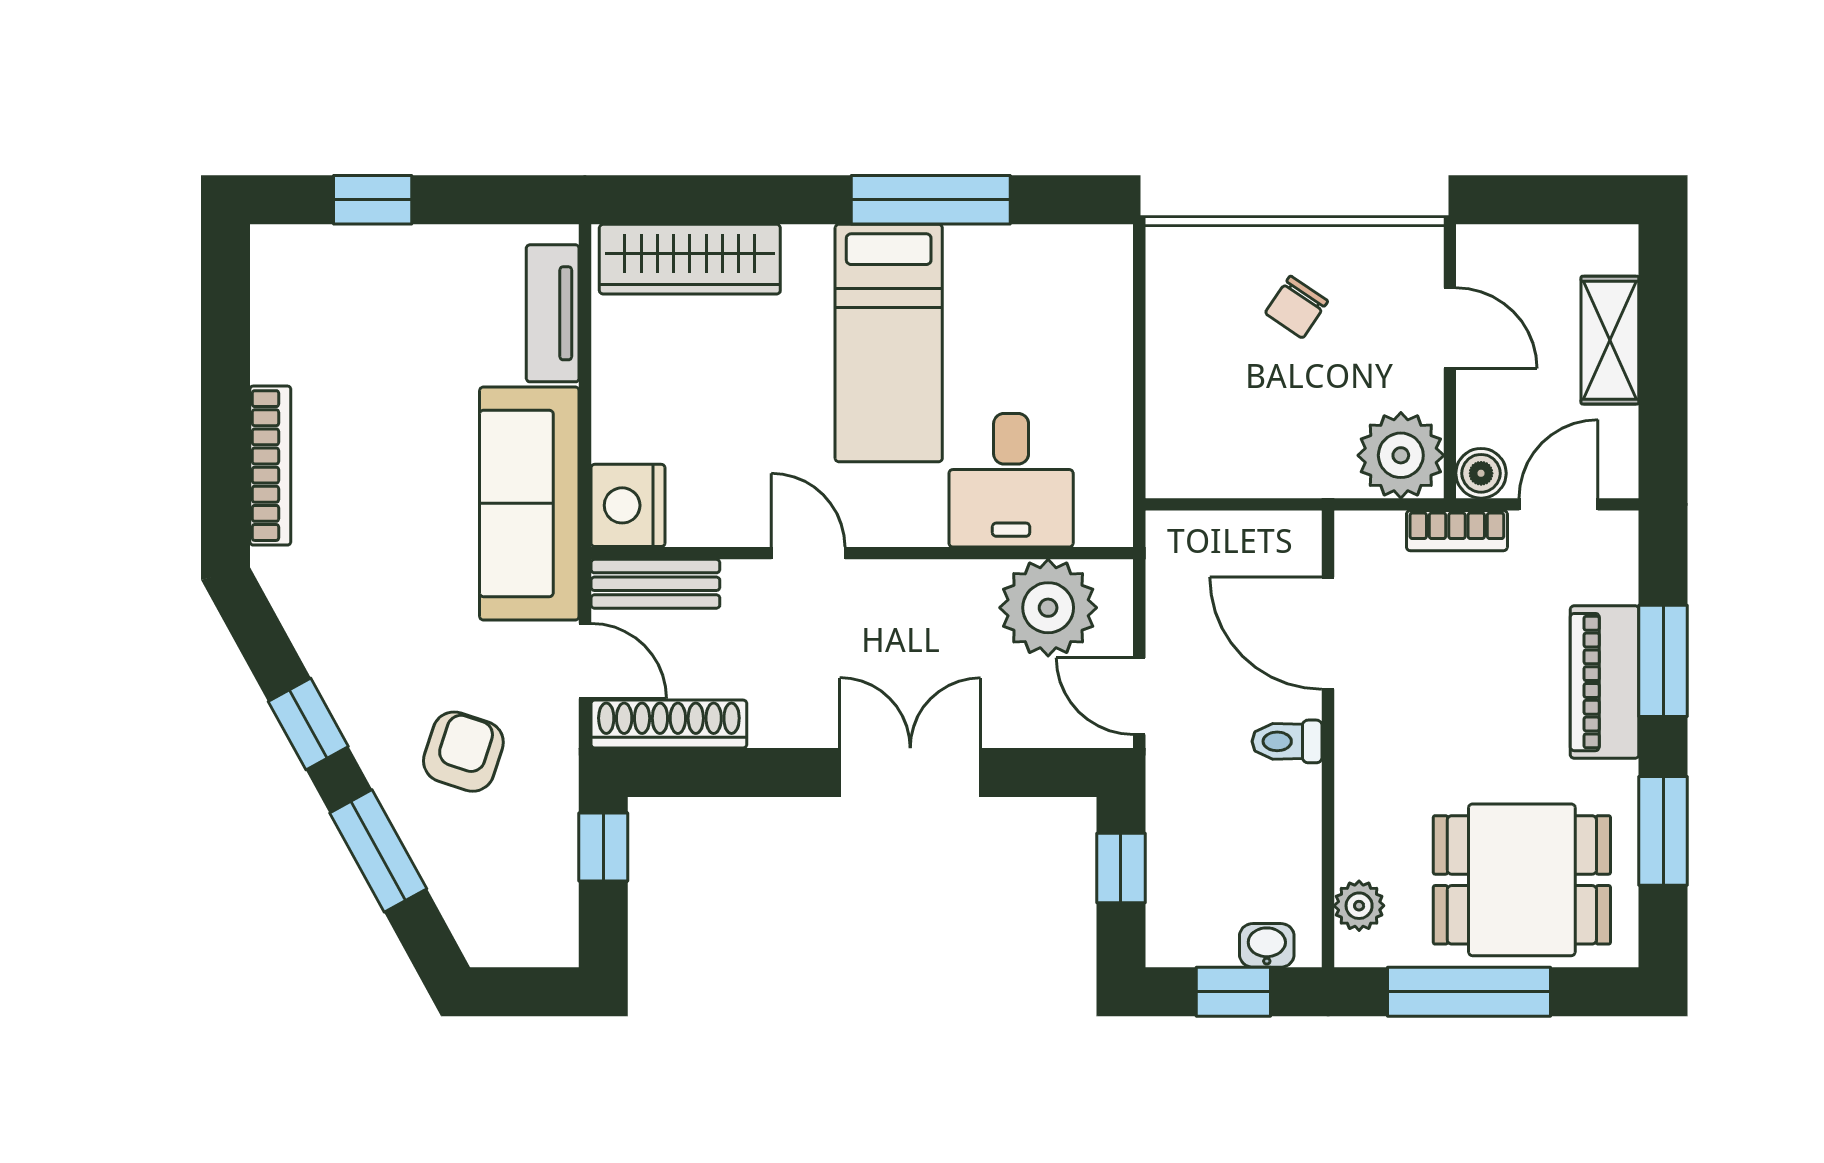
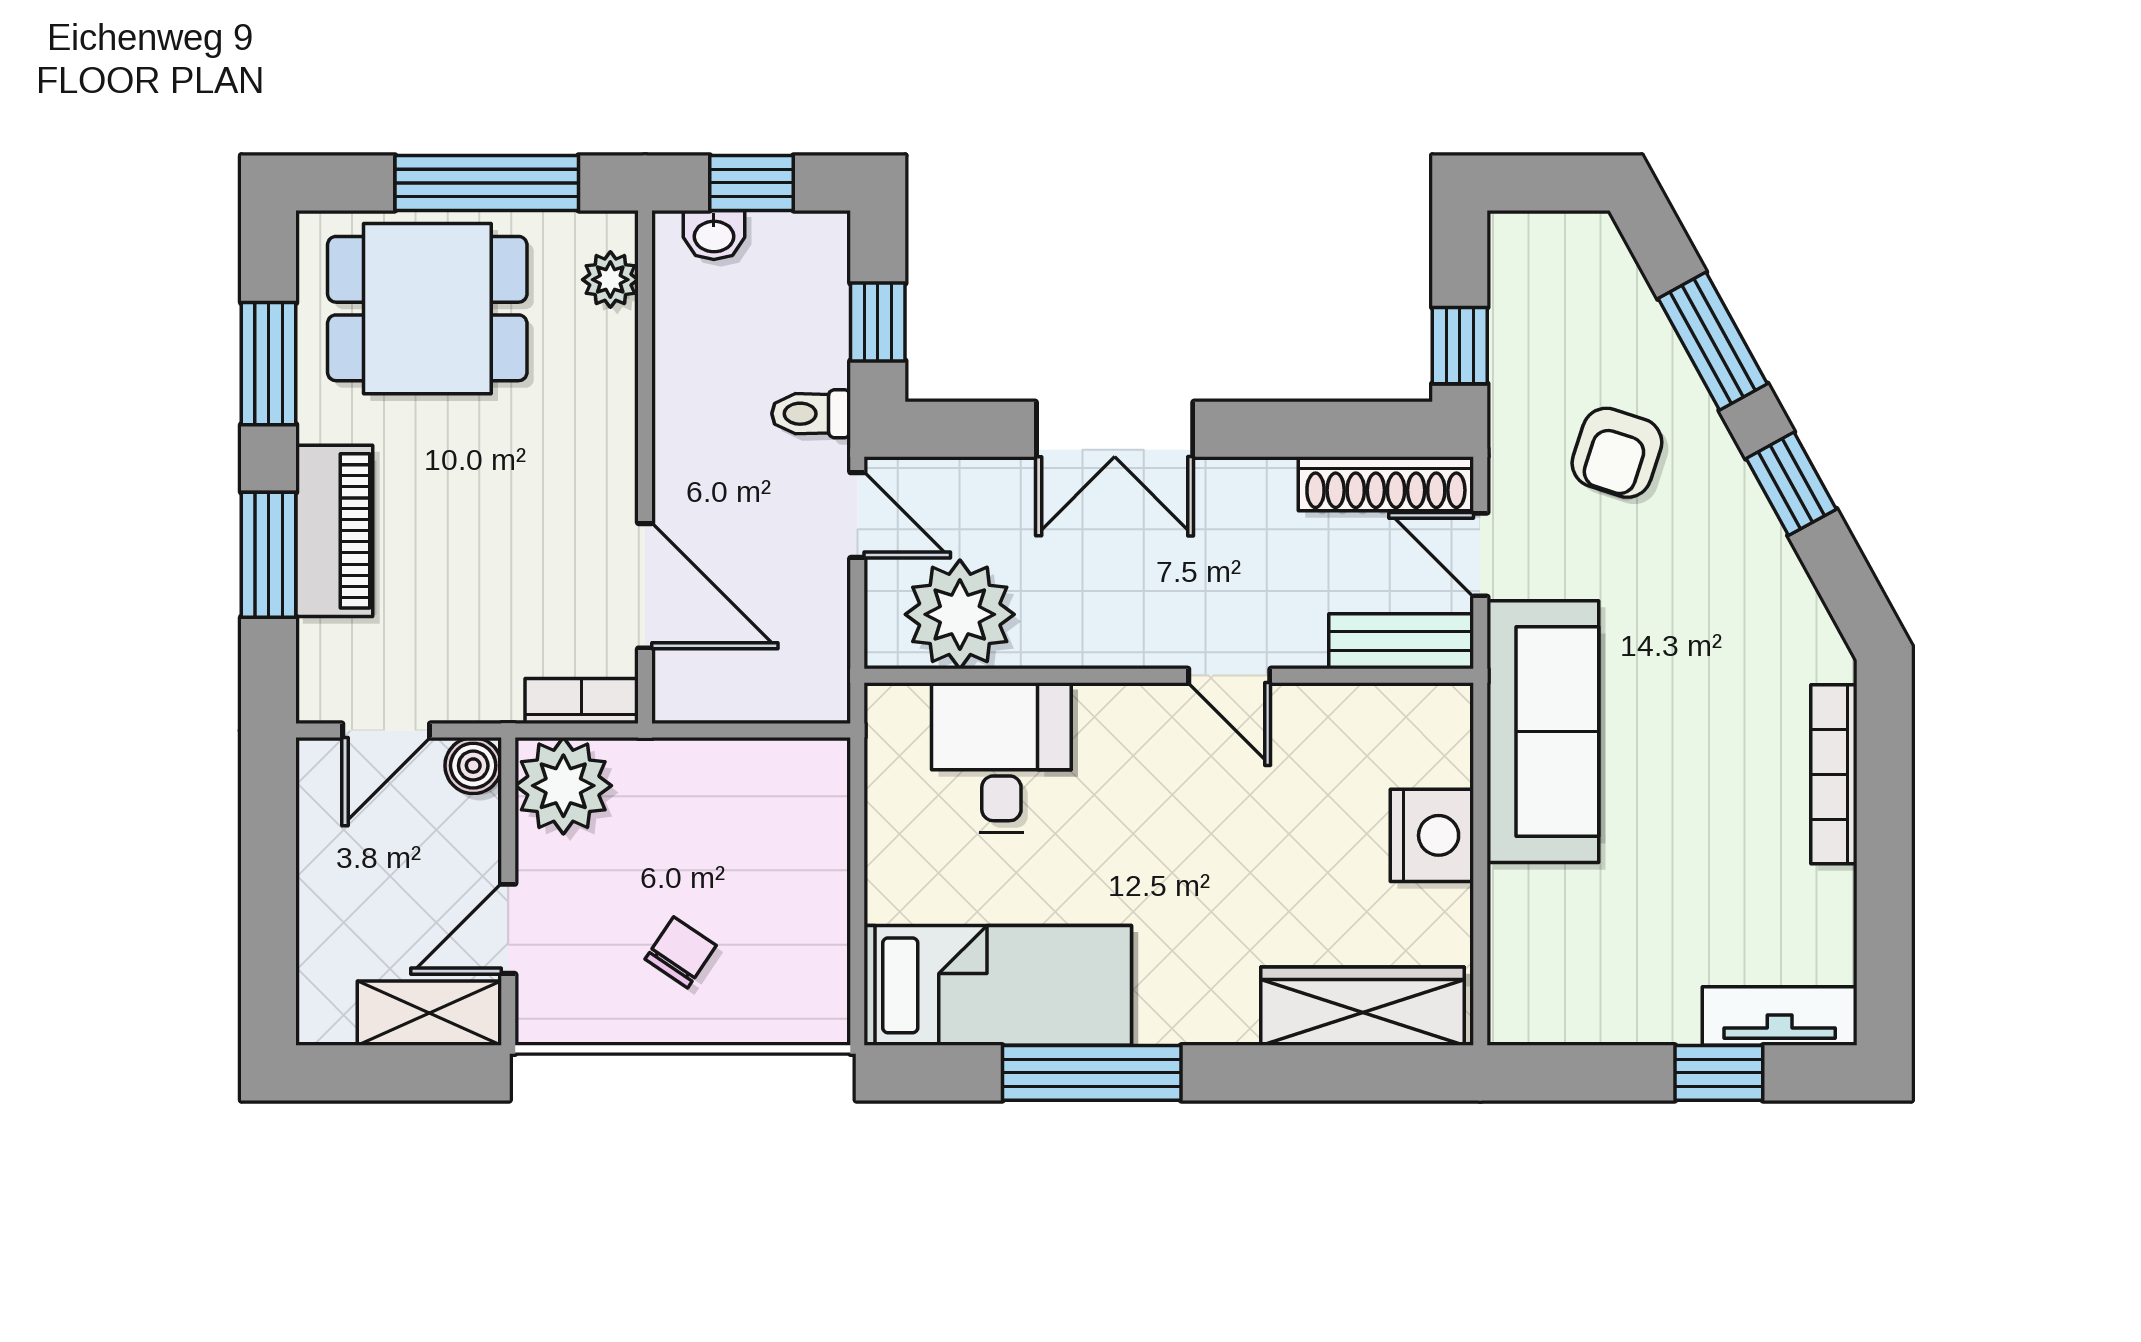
tv unit: (553, 313) -> (1780, 1016), moved, turned -90
door: (1450, 328) -> (508, 929), hinge flipped
shelving: (1610, 340) -> (429, 1013), moved, turned 90
bed: (889, 343) -> (998, 985), moved, turned 90
nightstand: (628, 505) -> (1432, 835), moved
bookcase: (1457, 531) -> (582, 701), moved
toilet: (1287, 741) -> (811, 414), moved, turned 180

